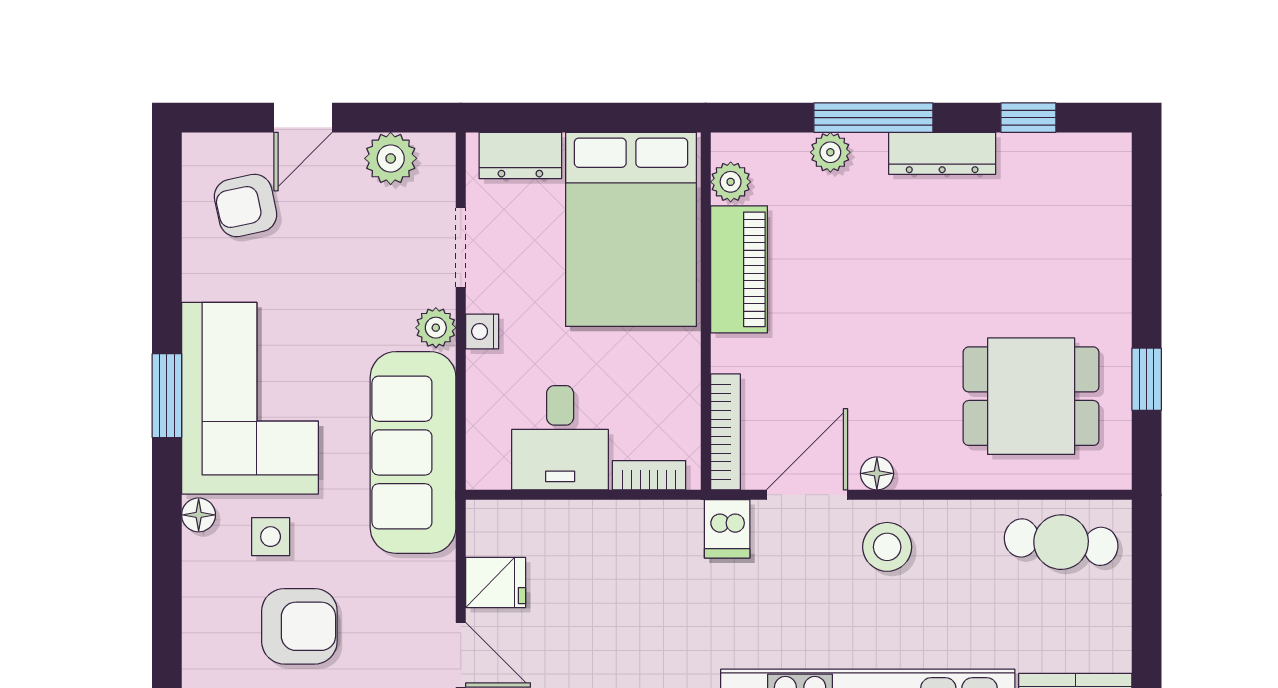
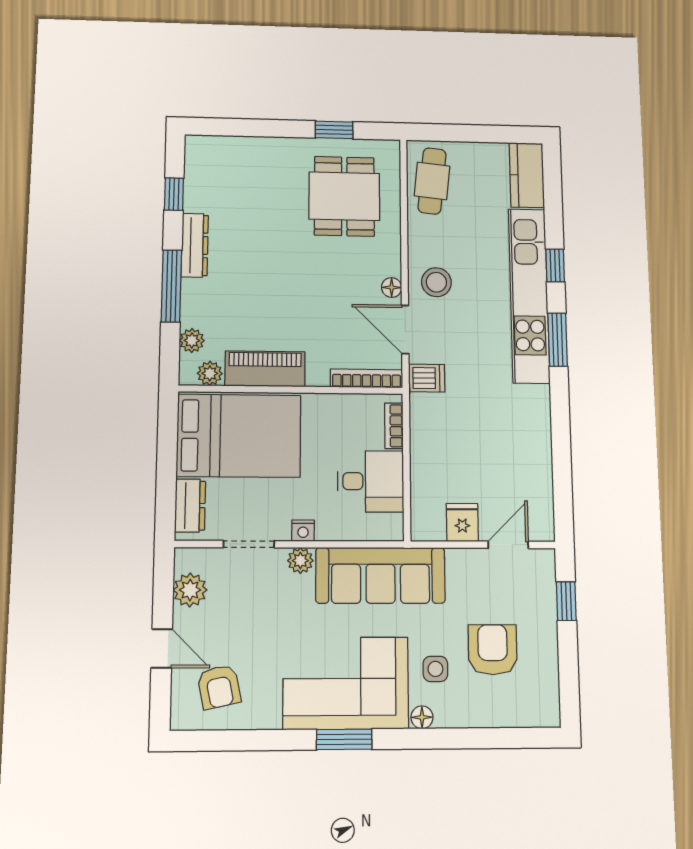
plant: (830, 152) -> (192, 341), moved

